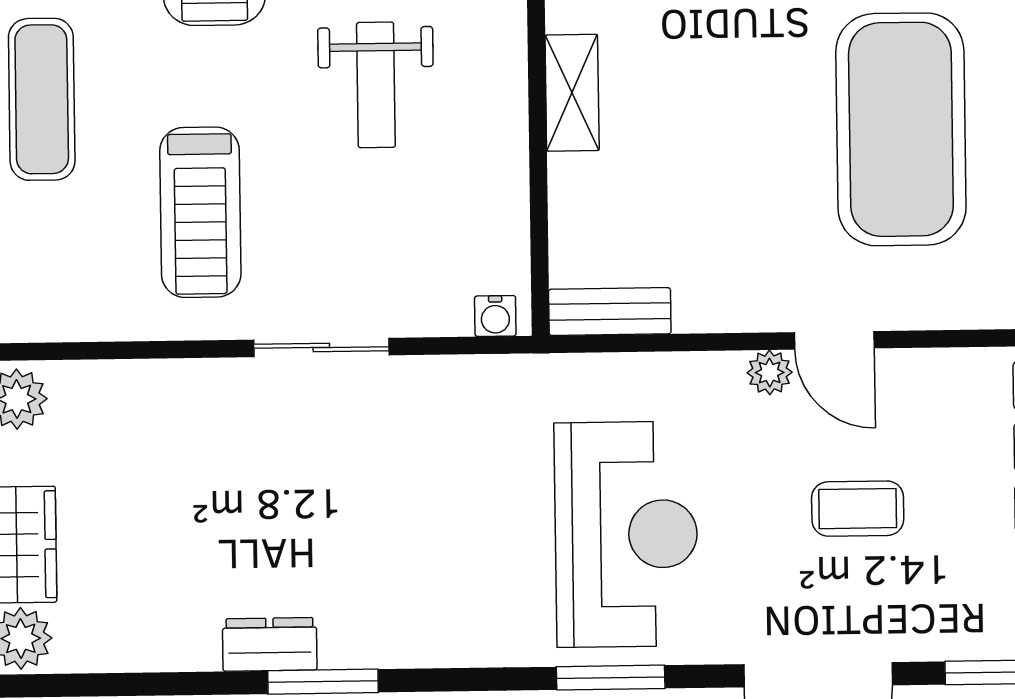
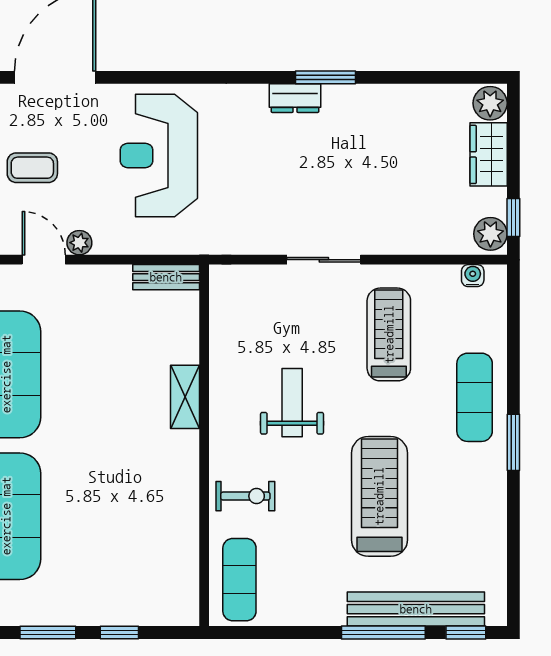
water cooler: (495, 316) -> (473, 276), moved
dresser: (270, 644) -> (295, 98), moved
window: (611, 678) -> (168, 77), removed

